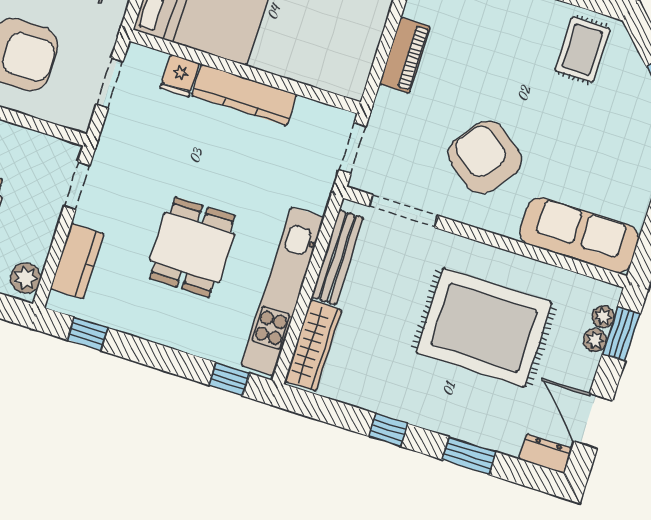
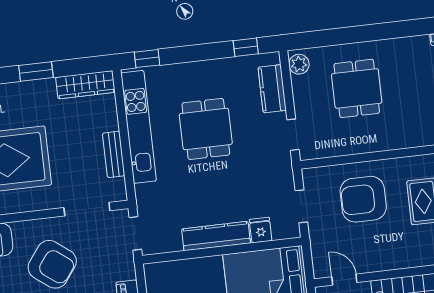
bench: (337, 257) -> (114, 154), width x0.73
wardrobe: (313, 345) -> (85, 85), moved, turned -90
window: (388, 430) -> (36, 71), width x1.50

